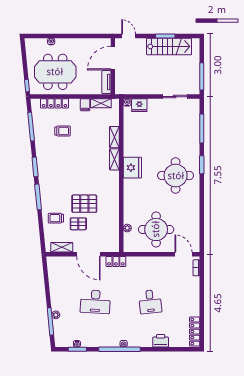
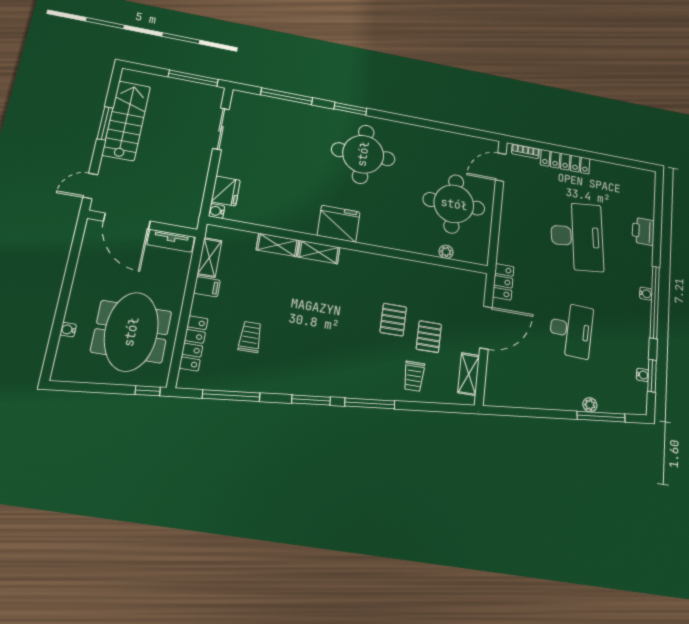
pallet: (84, 204) -> (393, 320), width x0.67, depth x0.71
desk: (150, 302) -> (577, 236), width x1.87, depth x1.30
locker: (195, 332) -> (565, 162), moved

